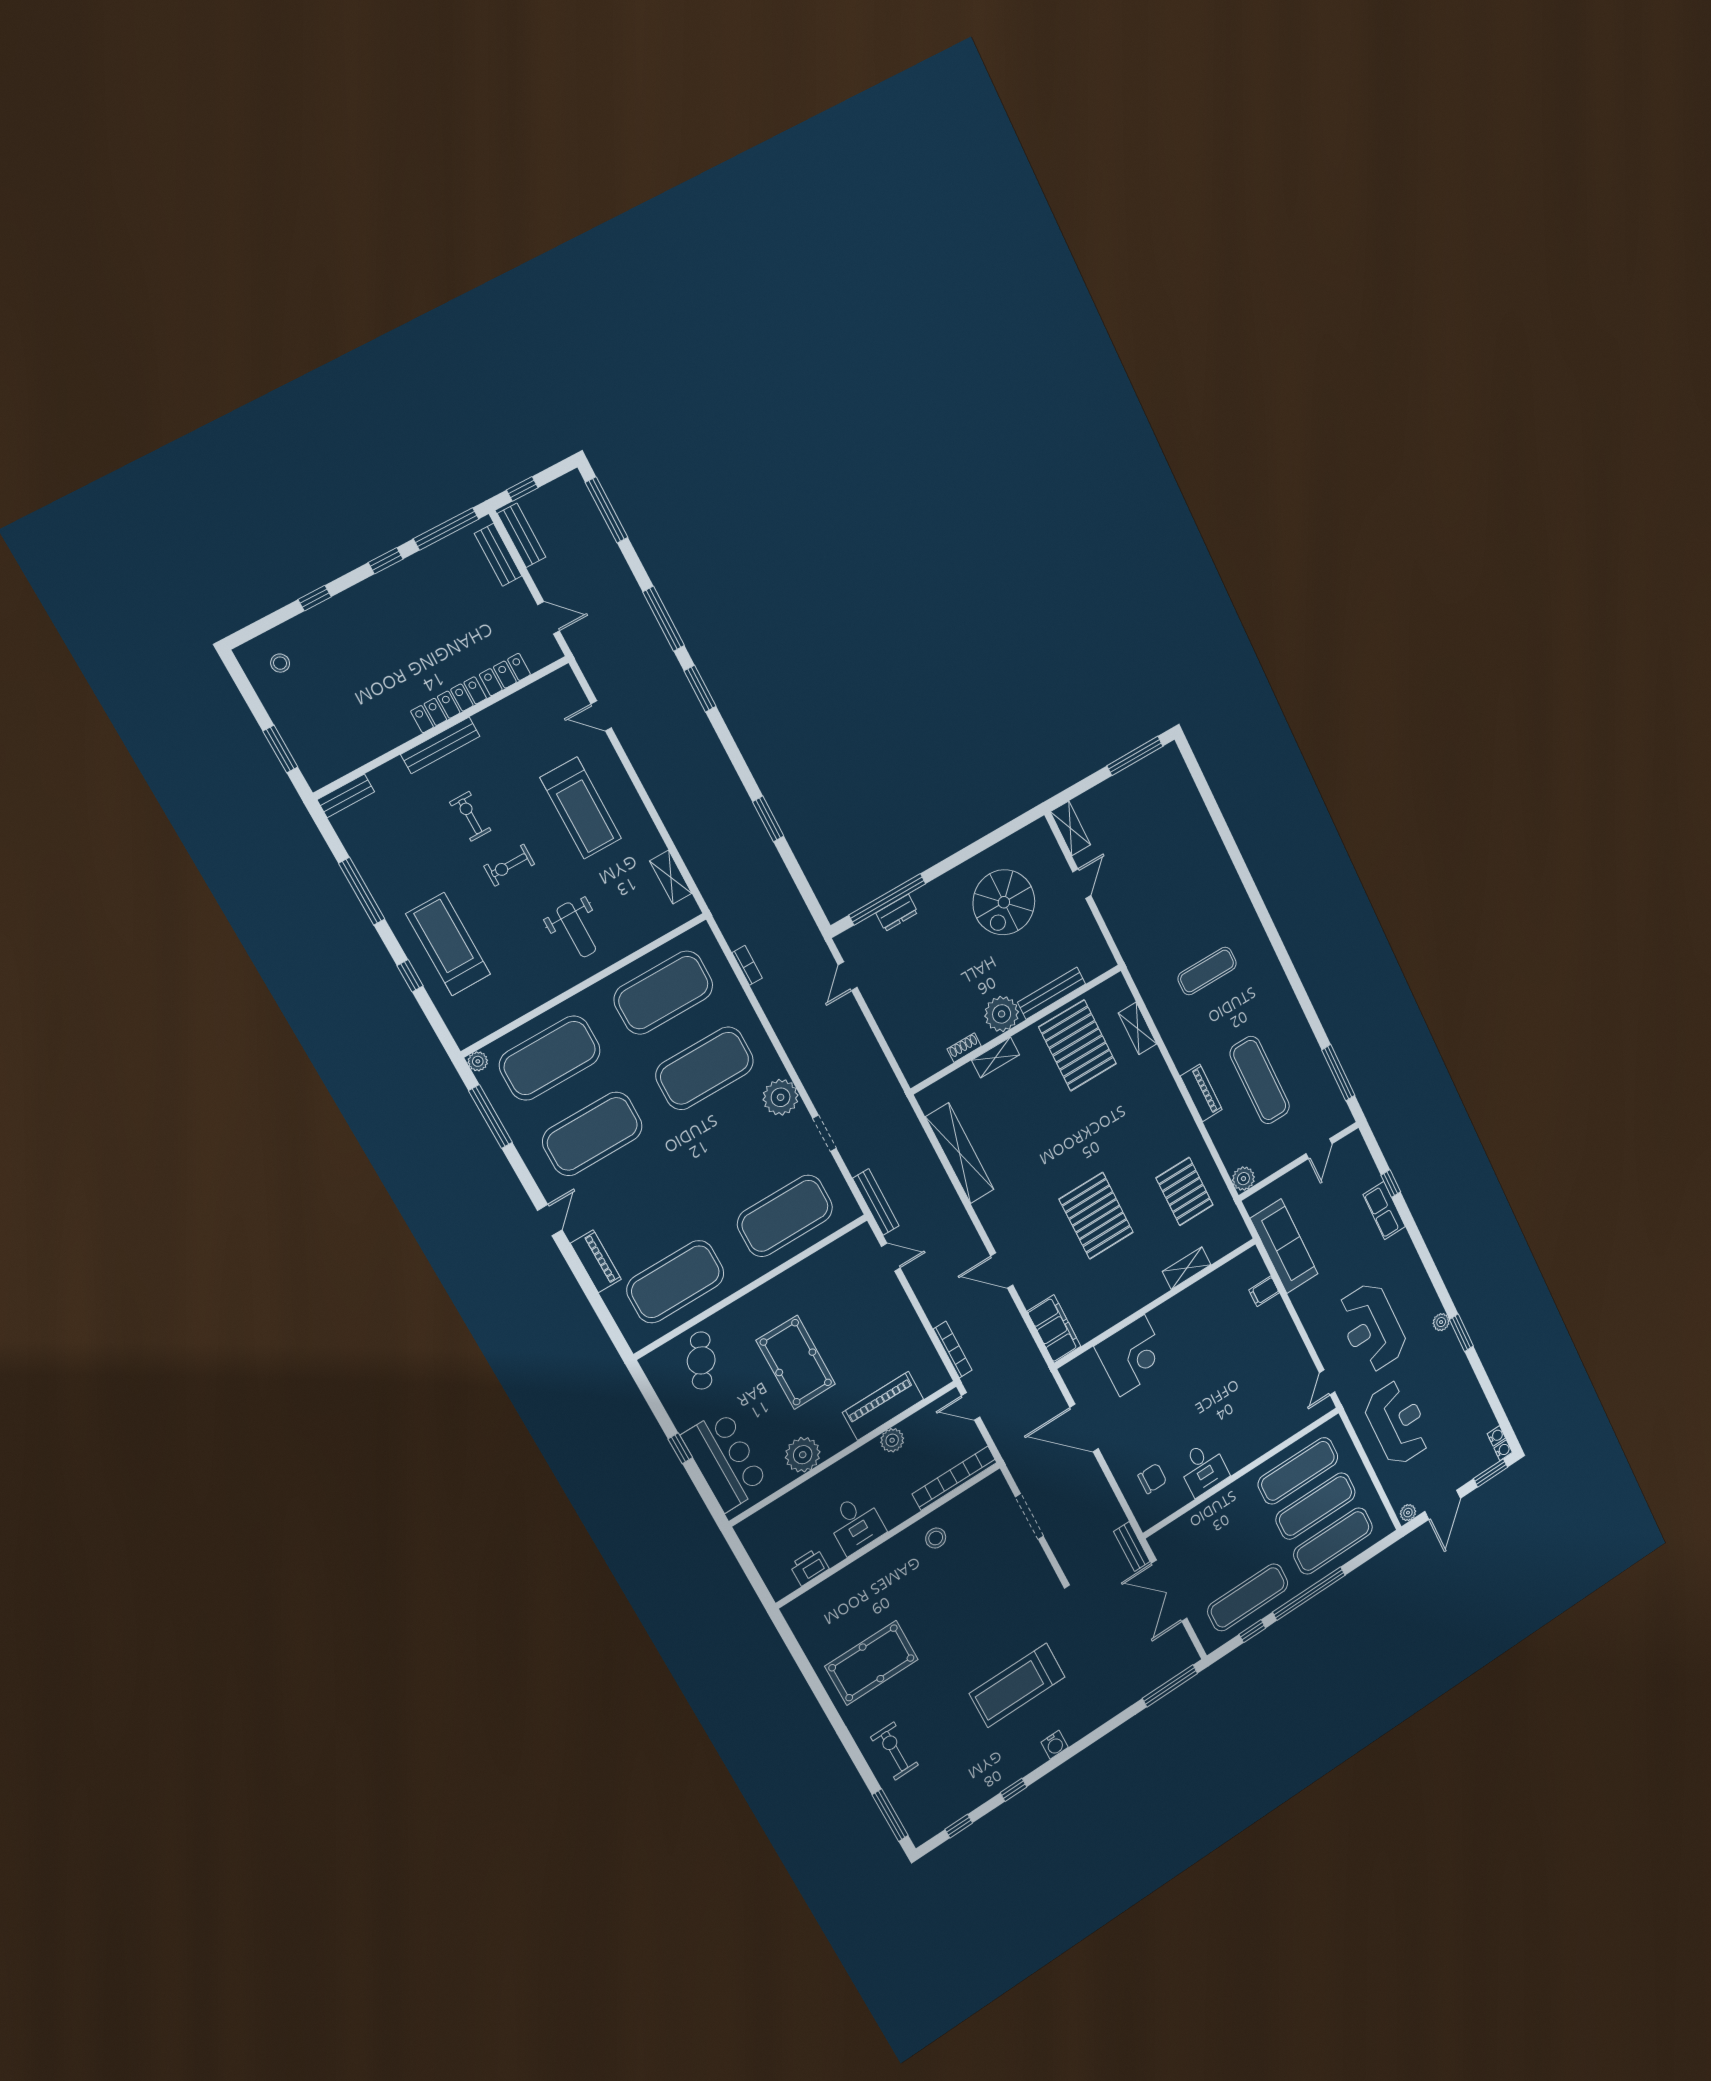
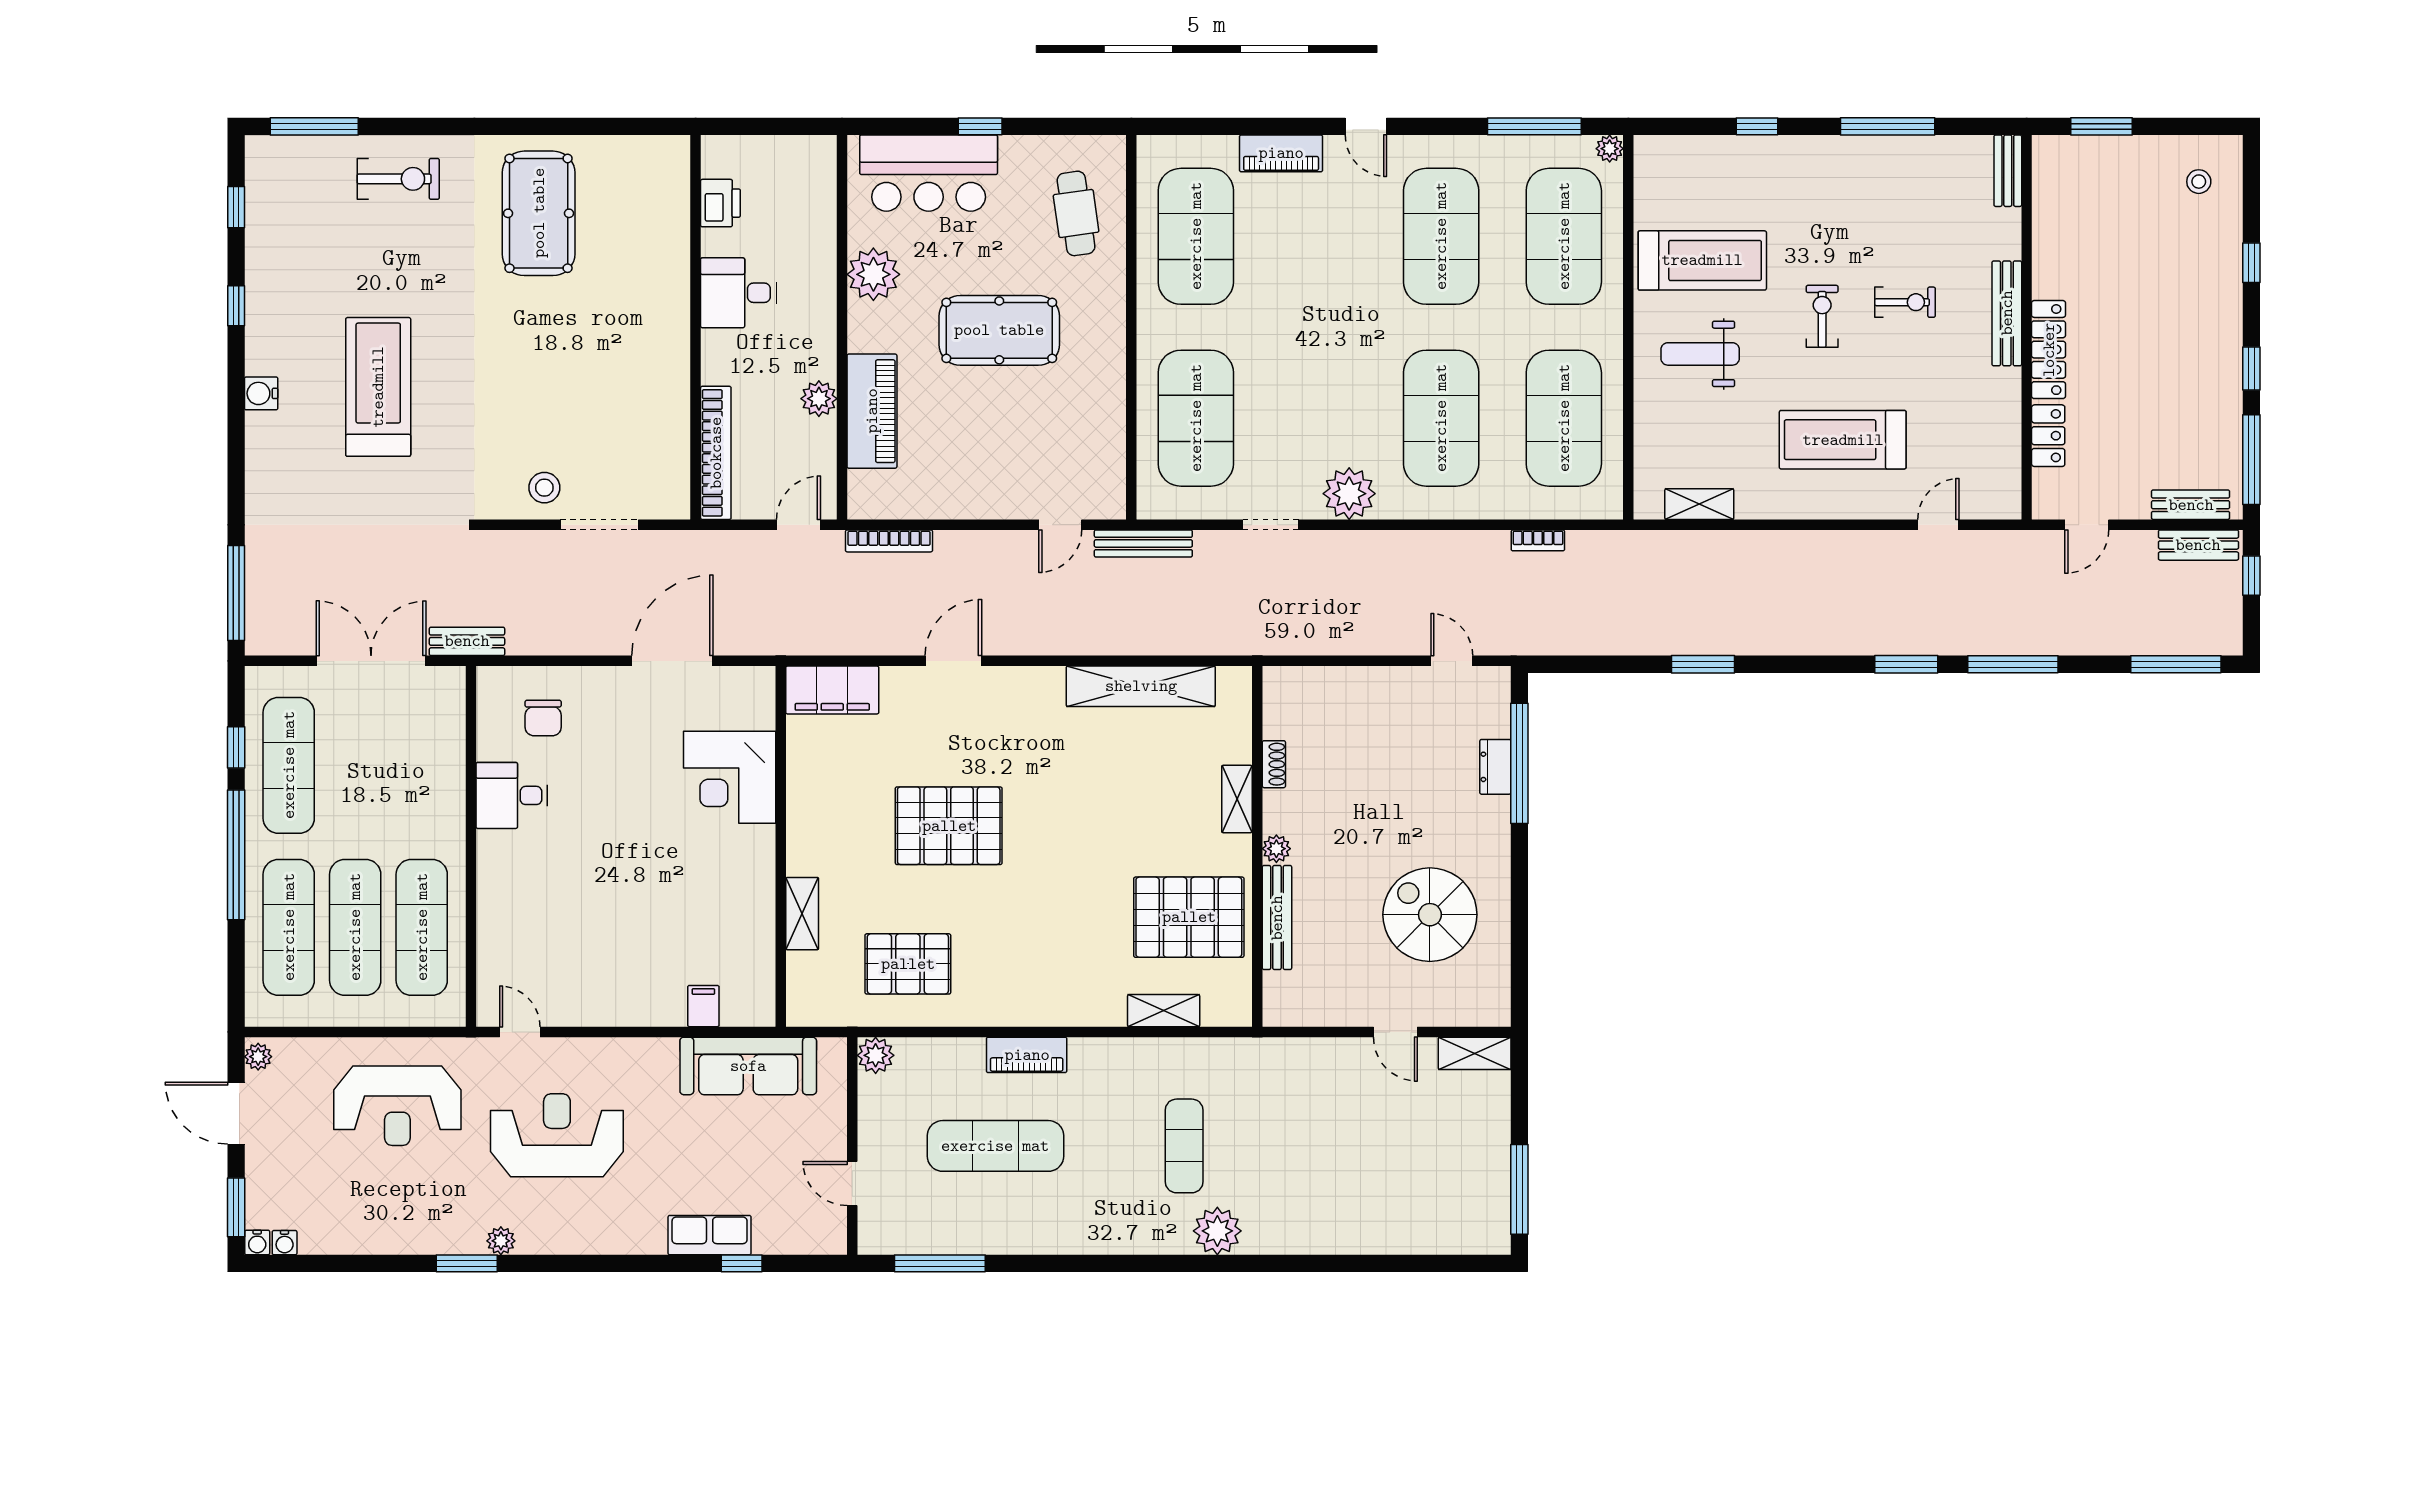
plant: (1245, 923) -> (1217, 1231), added
treadmill: (448, 944) -> (1702, 260), moved
plant: (1002, 1014) -> (1276, 849), width x0.53, depth x0.53
cafe table: (701, 1360) -> (1076, 213), turned 56
stool: (936, 1538) -> (544, 488), moved

